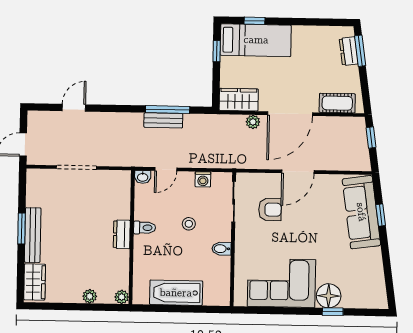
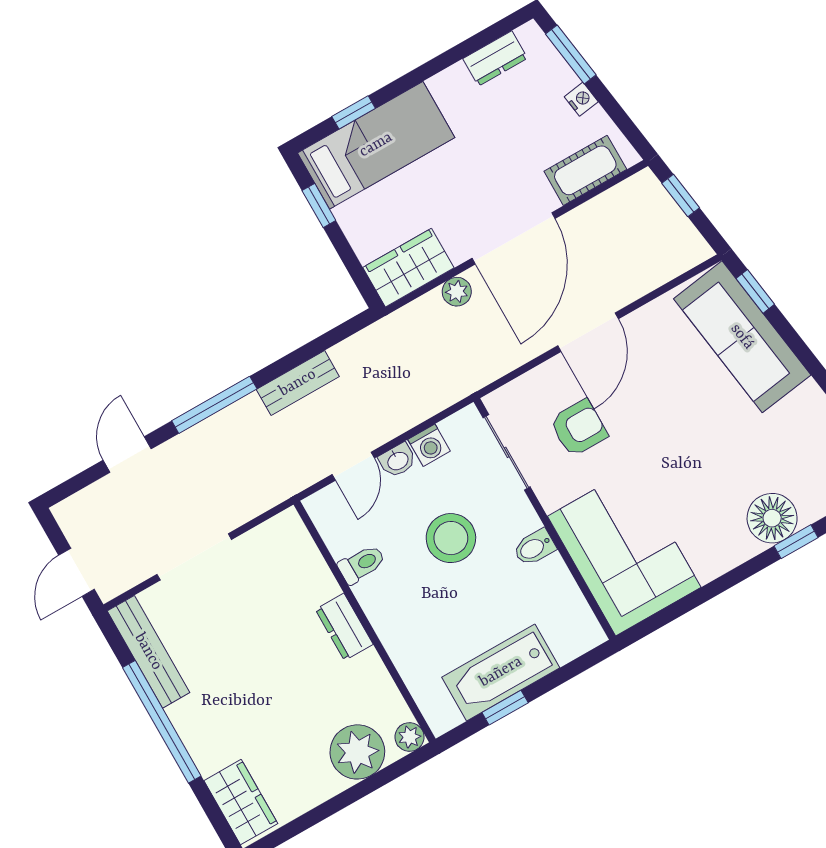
dresser: (349, 51) -> (495, 58), moved, turned -82
nightstand: (353, 72) -> (581, 99), added
window: (168, 110) -> (214, 405), moved
washbasin: (143, 177) -> (398, 460), moved
window: (381, 215) -> (755, 291), moved
stool: (189, 224) -> (451, 538), width x1.89, depth x1.89
toilet: (145, 228) -> (362, 564), moved
window: (22, 229) -> (162, 722), width x2.11
bench: (33, 235) -> (148, 652), moved
corner sofa: (282, 283) -> (624, 552), moved, turned 90
plant: (90, 296) -> (357, 752), width x1.88, depth x1.88
window: (169, 309) -> (505, 708), added

